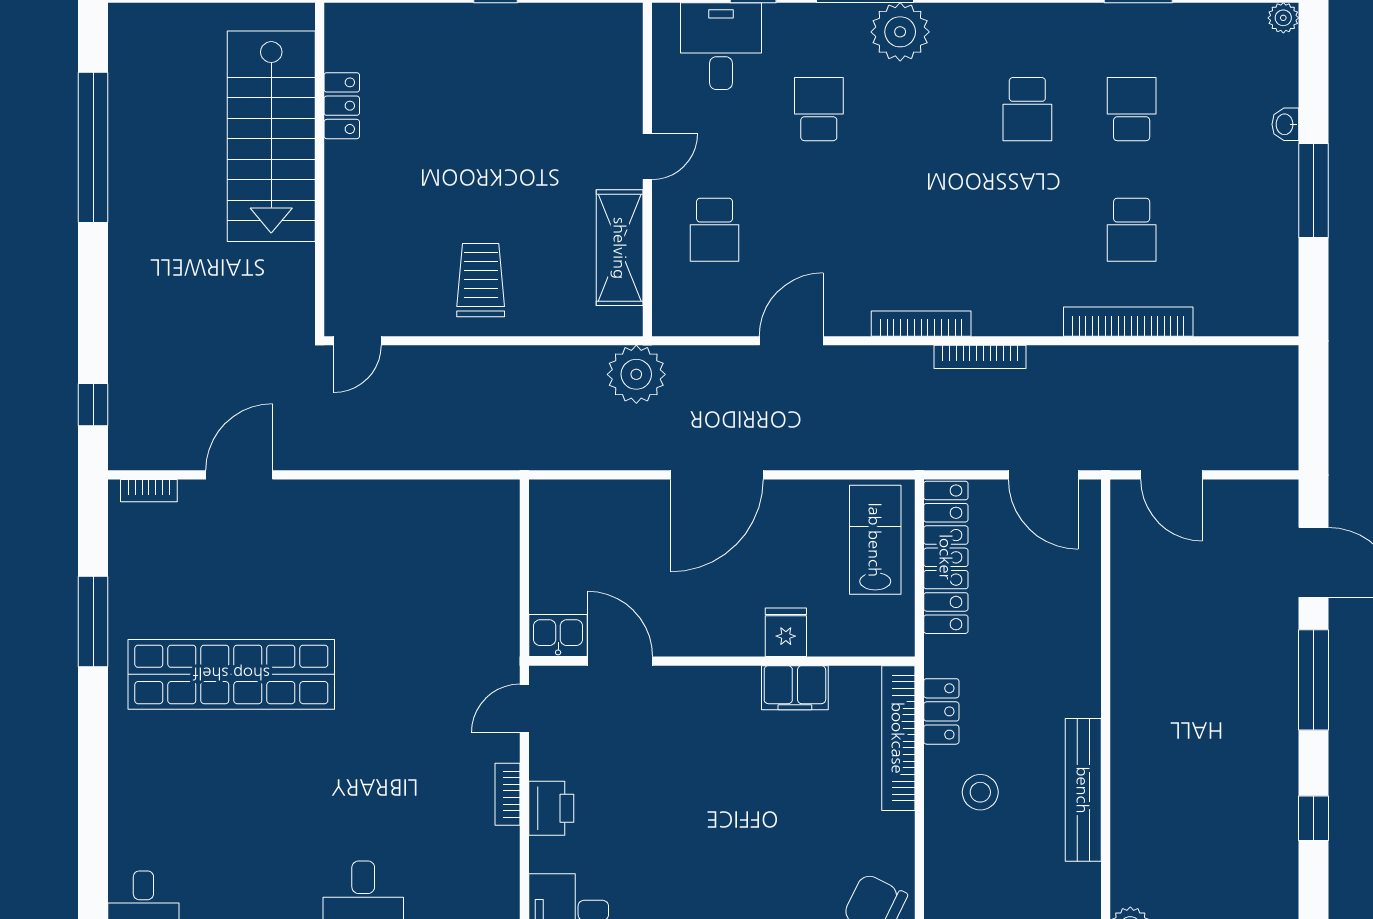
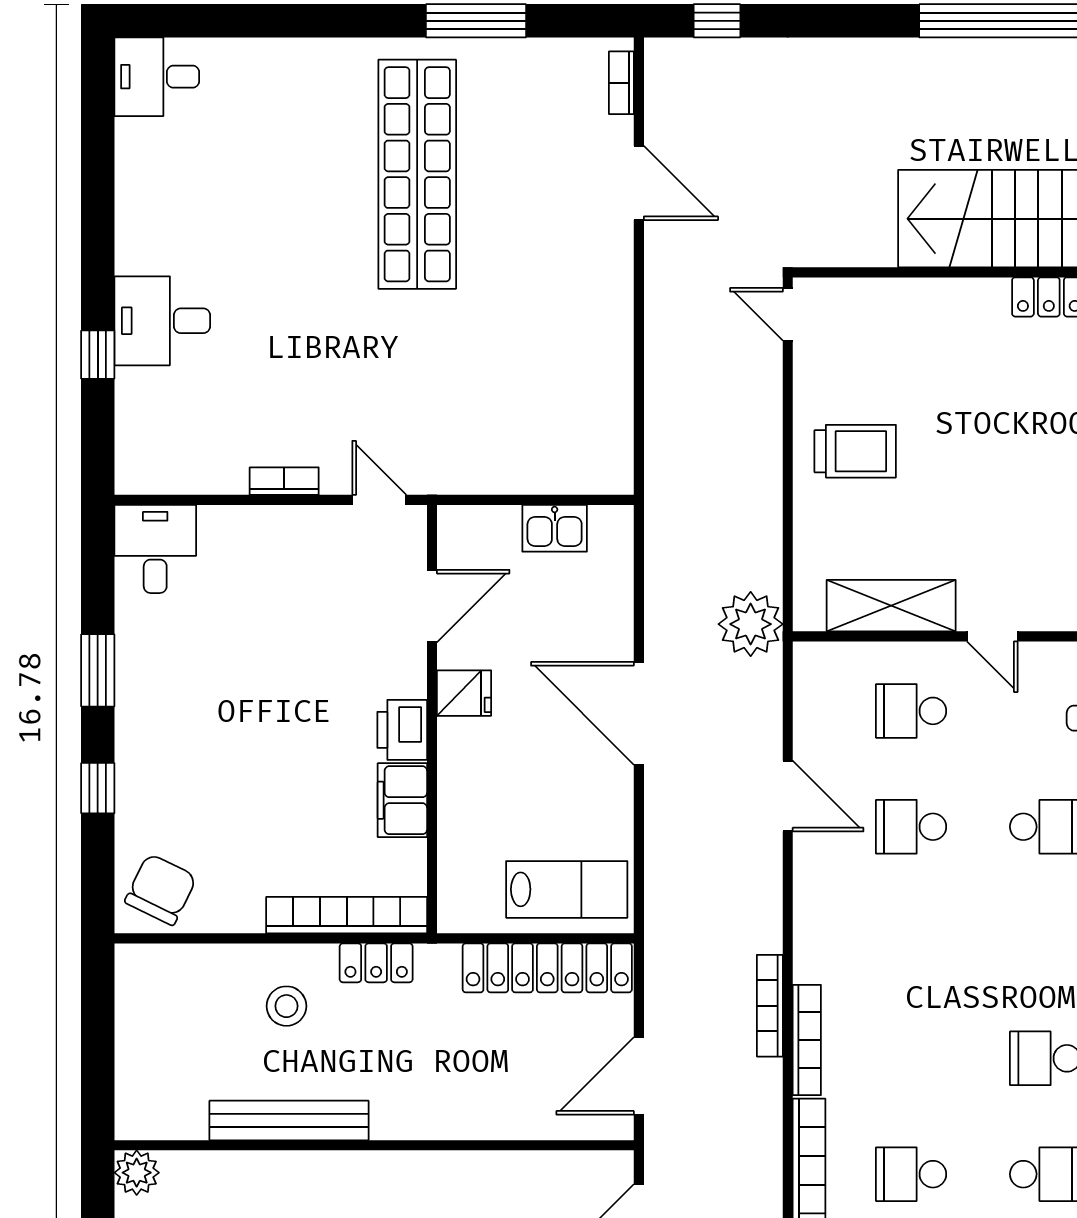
school desk: (819, 230) -> (911, 827), added
bookcase: (921, 324) -> (807, 1040), moved
fridge: (786, 632) -> (464, 693), moved
kitchen sink: (558, 636) -> (555, 528), moved, turned 90
printer: (551, 808) -> (402, 730), moved, turned 90

